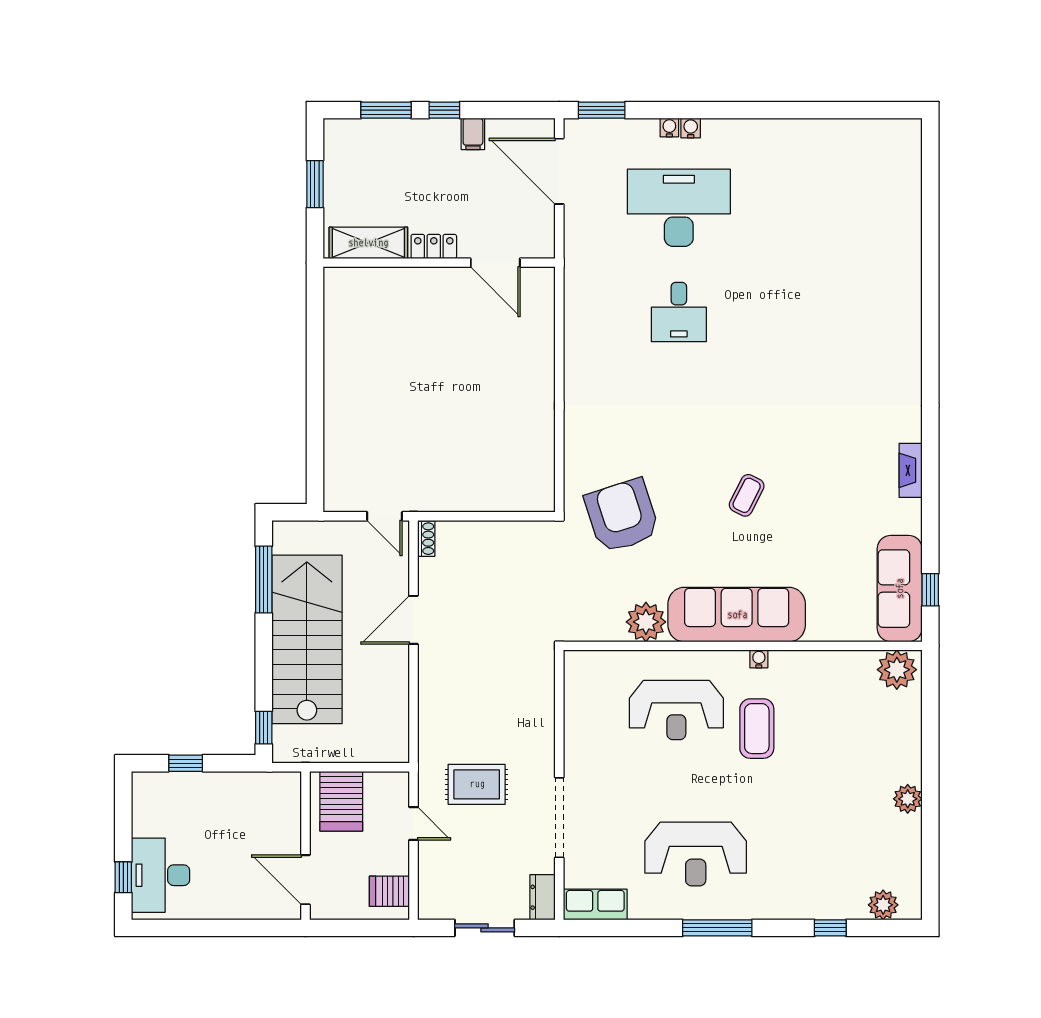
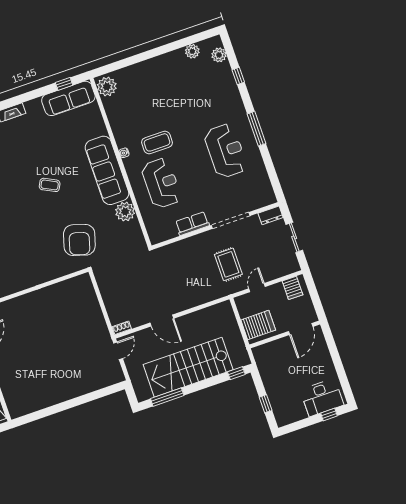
armchair: (622, 516) -> (79, 240), turned -55
plant: (908, 799) -> (192, 51), moved
row of seats: (595, 904) -> (192, 224), moved, turned 90

